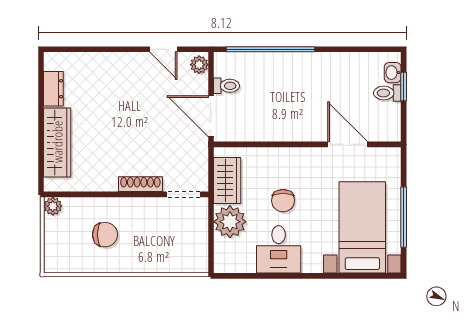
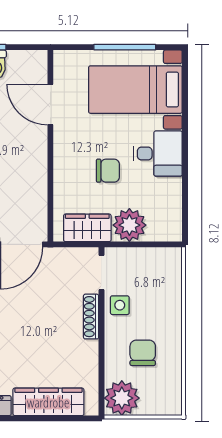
door: (348, 144) -> (50, 105), hinge flipped
plant: (53, 206) -> (122, 398), width x1.88, depth x1.88
side table: (152, 212) -> (120, 305), added
desk: (279, 249) -> (158, 154), moved

